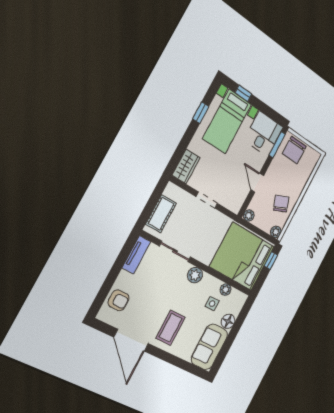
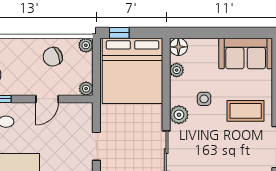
side table: (212, 304) -> (204, 99), moved
floor lamp: (228, 321) -> (178, 47), moved

